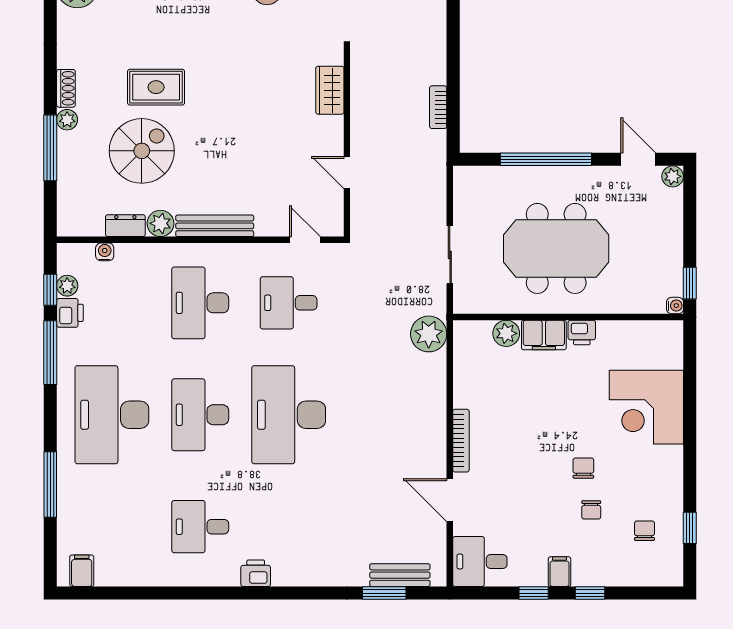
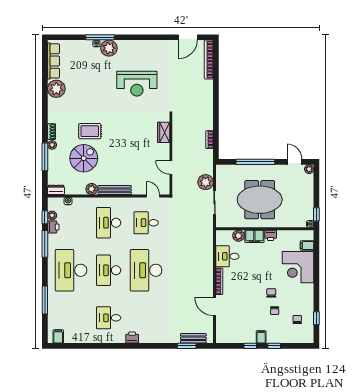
dresser: (125, 226) -> (56, 190), moved
plant: (429, 334) -> (206, 182), moved
filing cabinet: (668, 356) -> (307, 246), added
desk: (480, 561) -> (227, 256), moved

